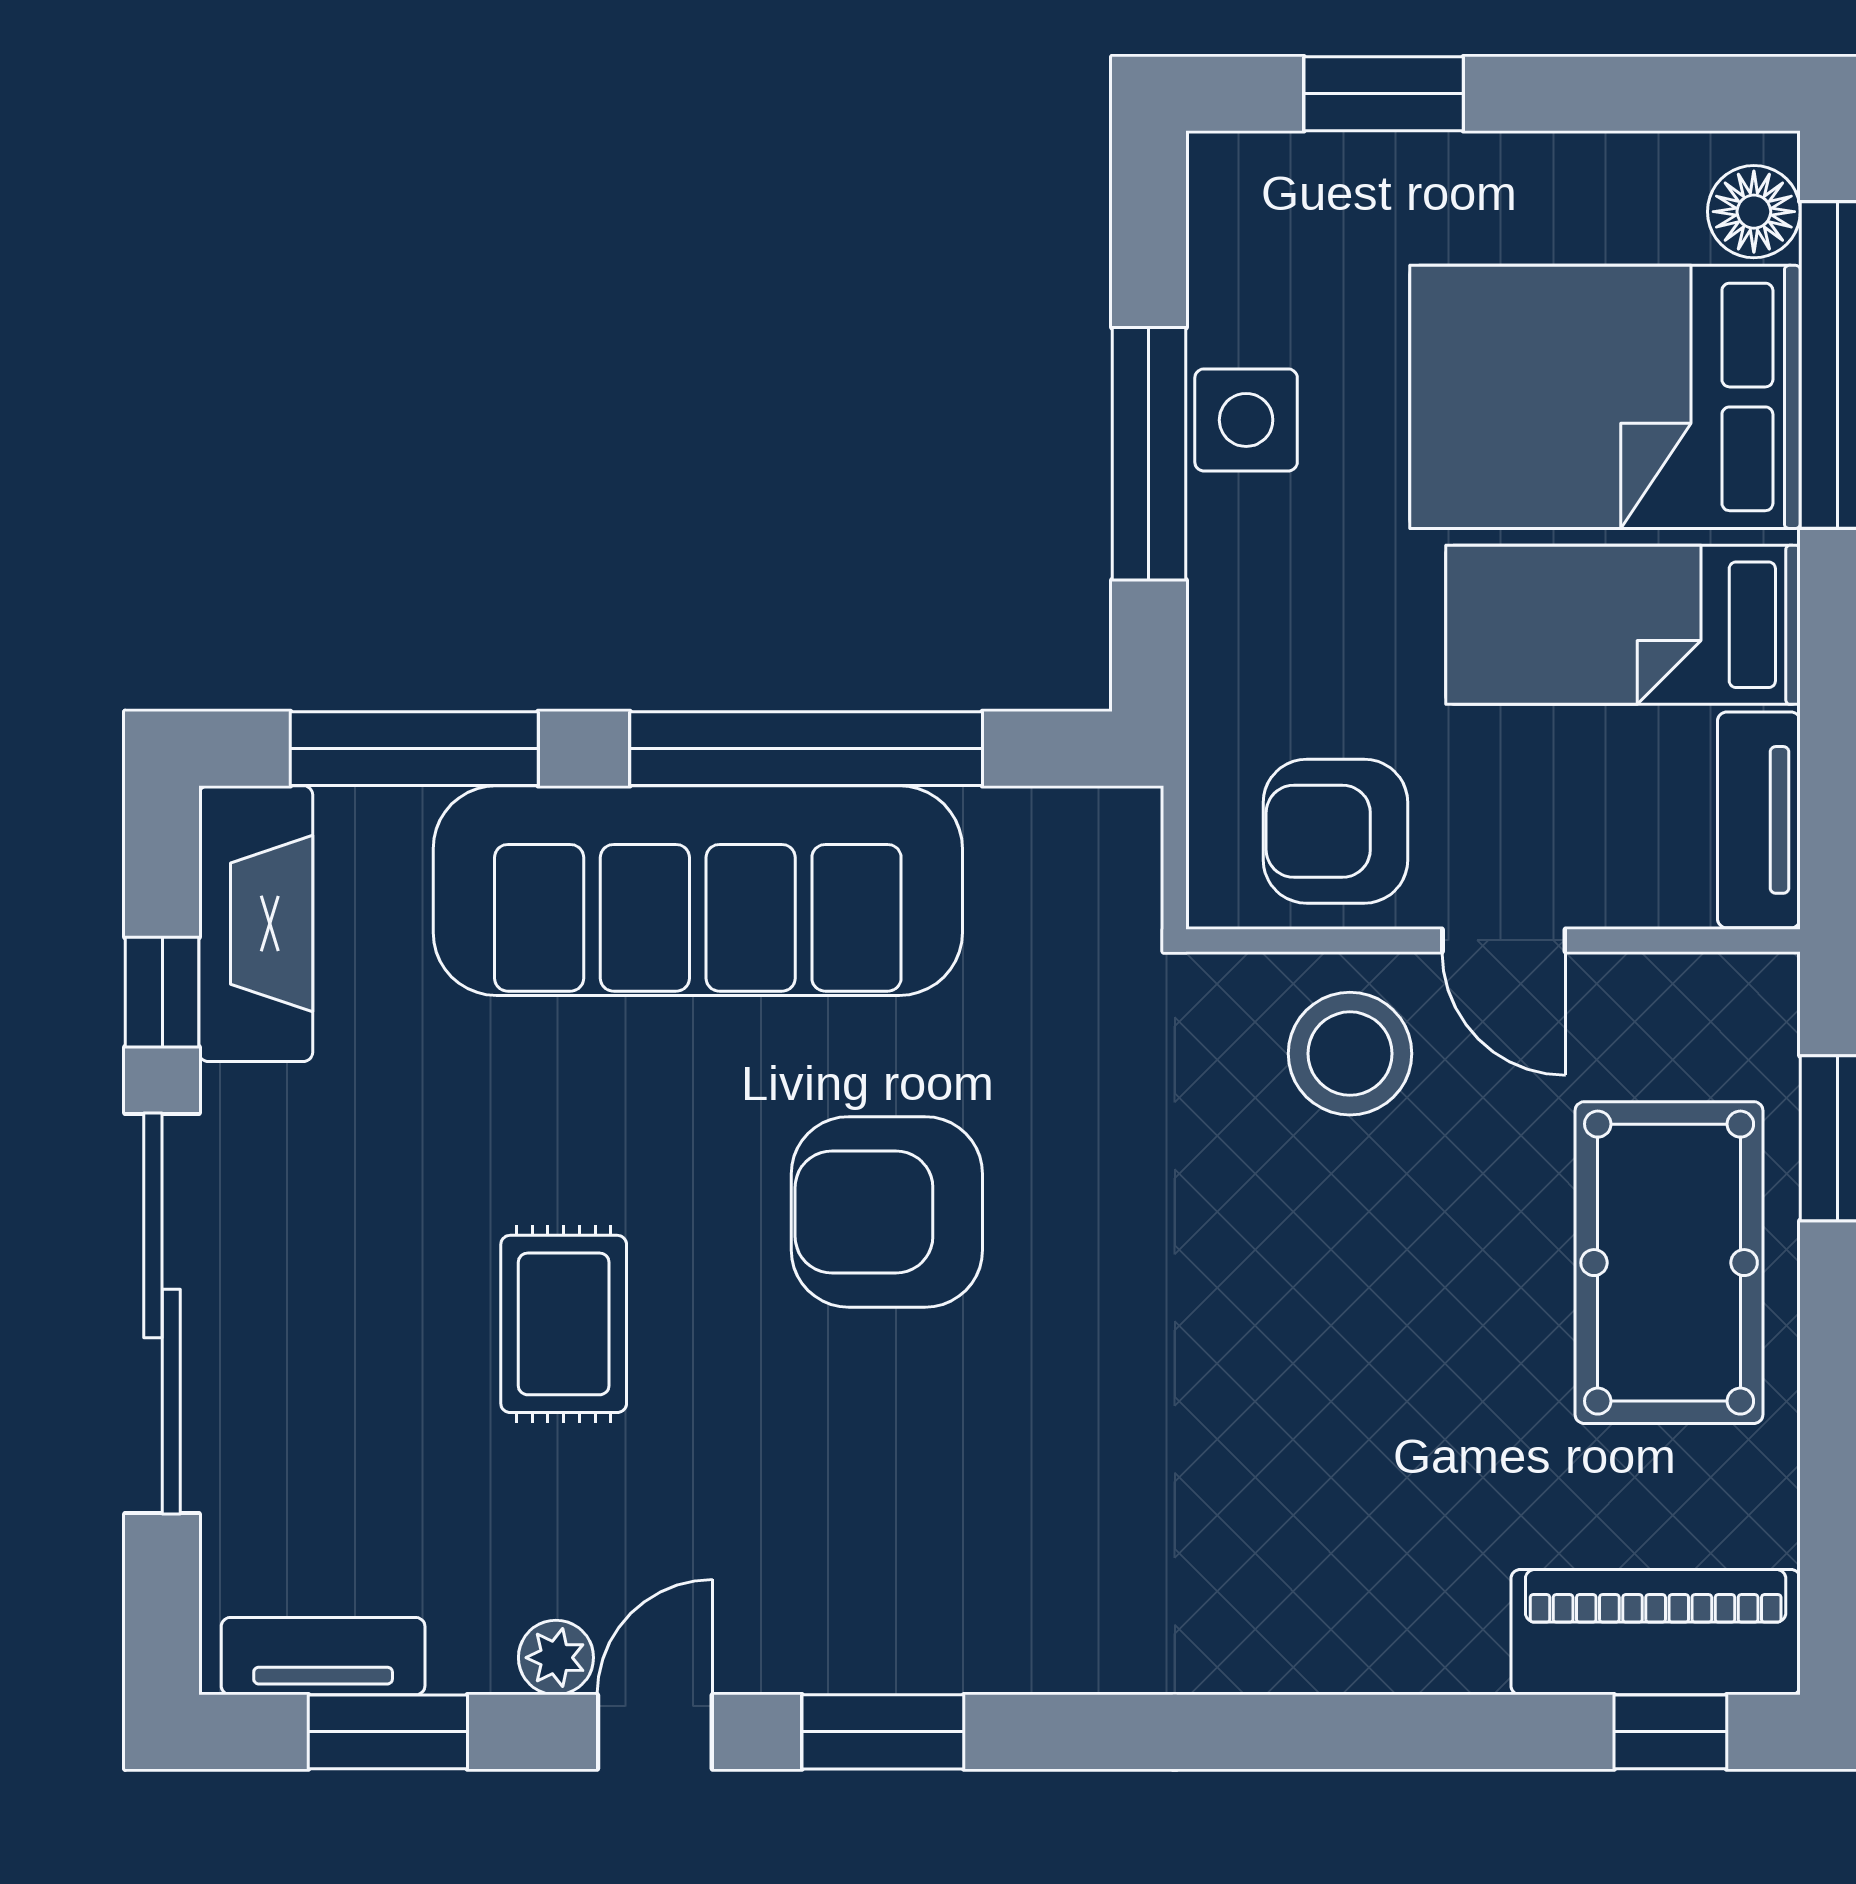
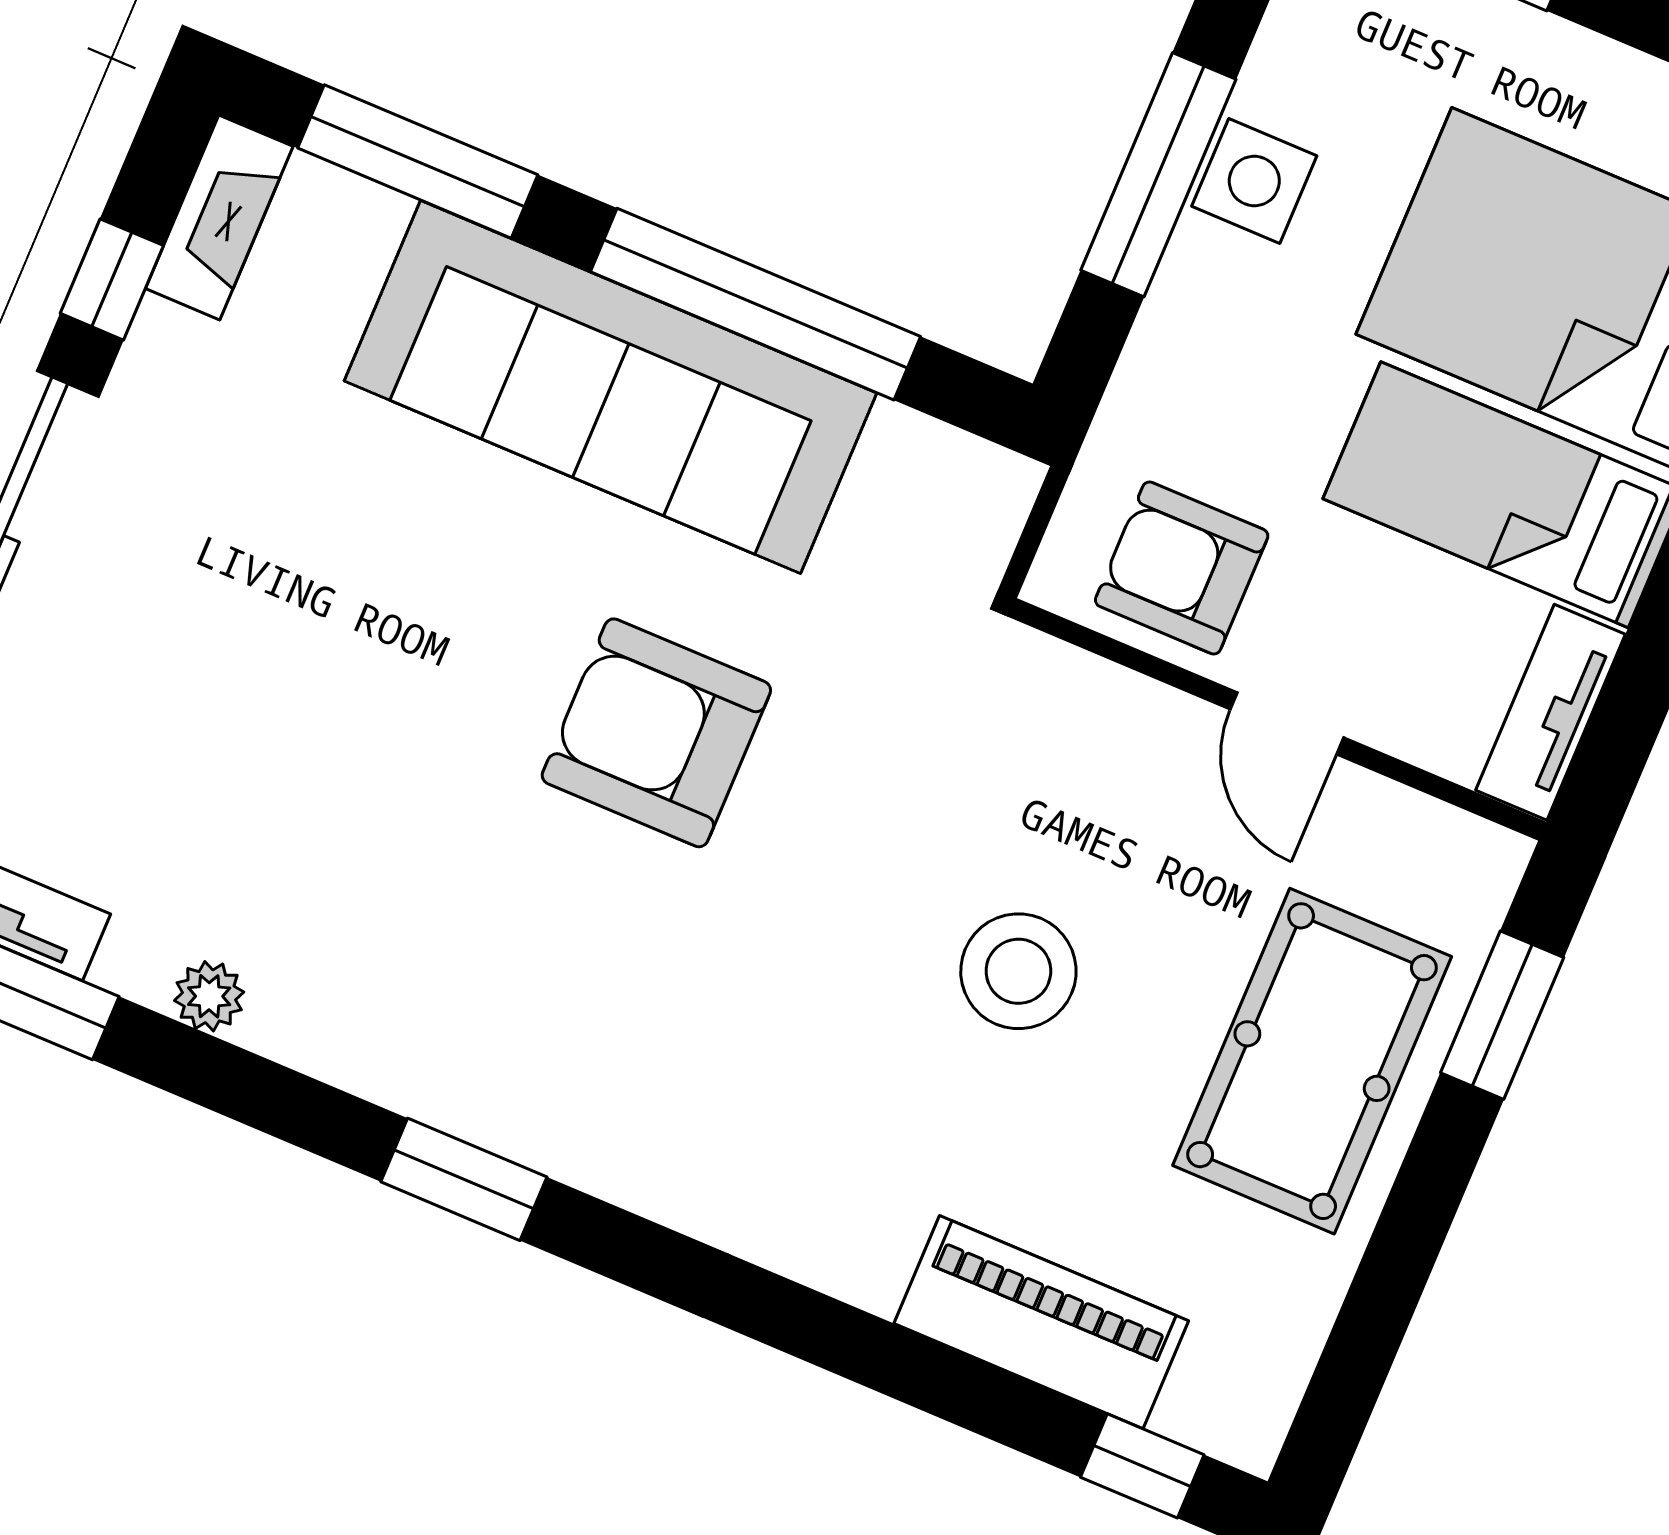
fireplace: (256, 924) -> (219, 217), width x0.73, depth x0.76
stool: (1350, 1054) -> (1018, 971), moved
rug: (564, 1324) -> (337, 712), removed
piano: (1656, 1632) -> (1041, 1322), moved
door: (655, 1732) -> (267, 1096), removed

